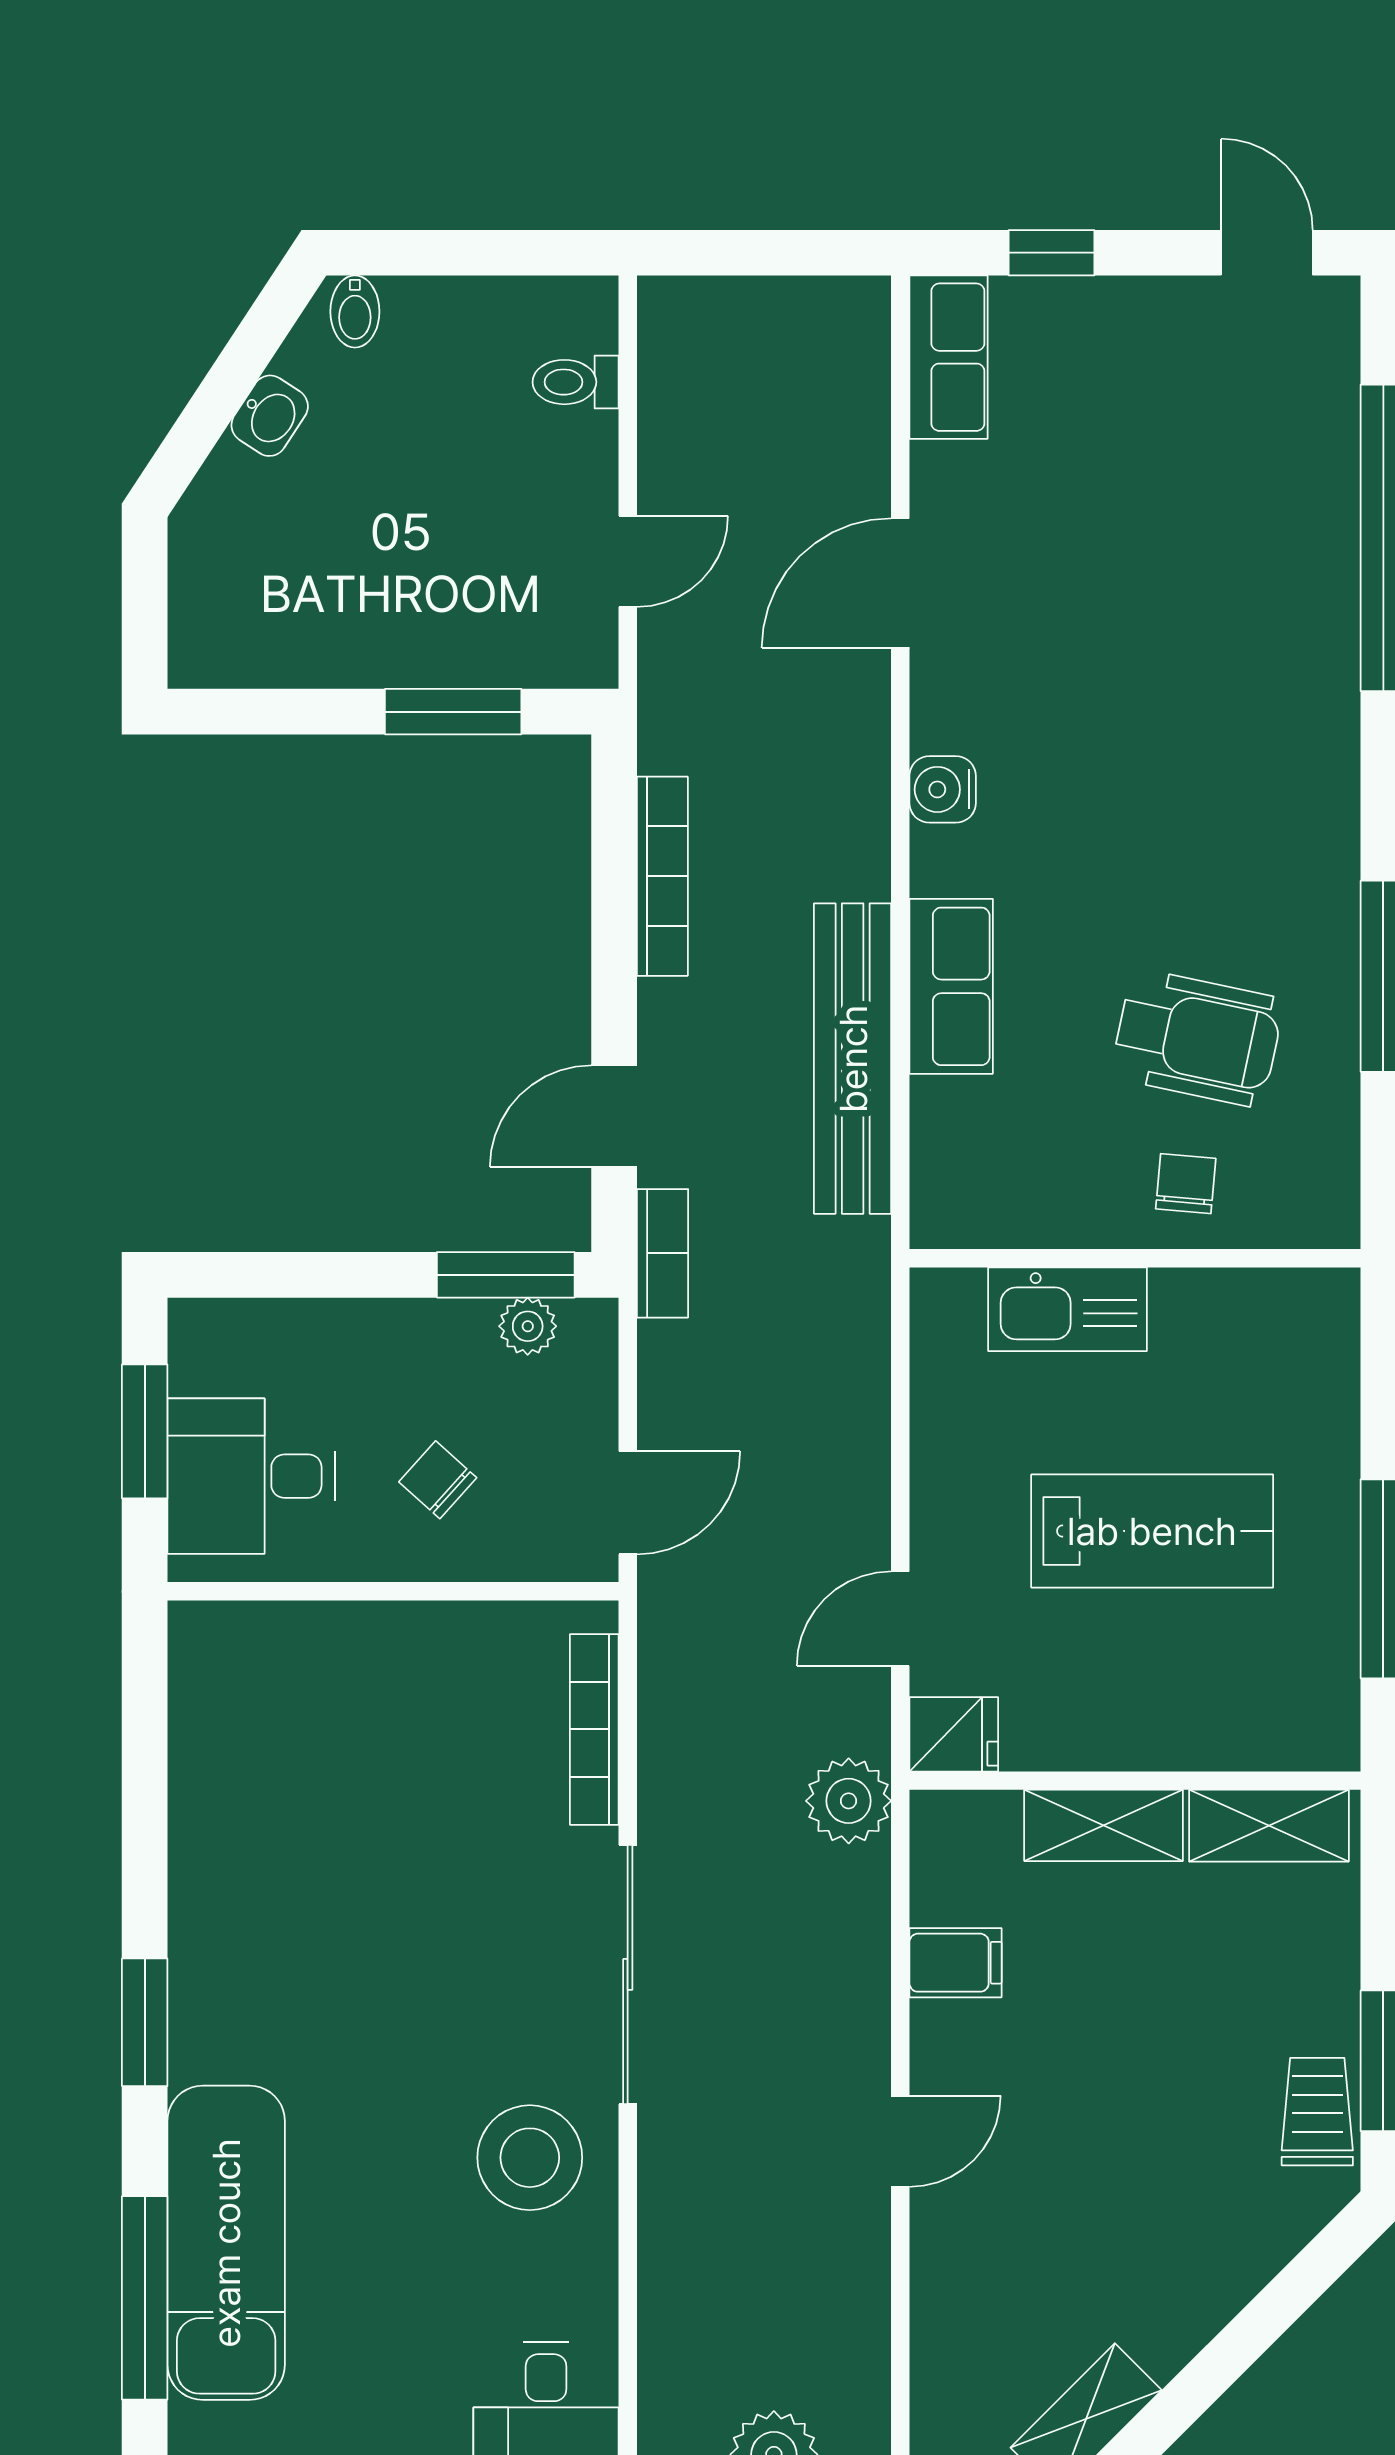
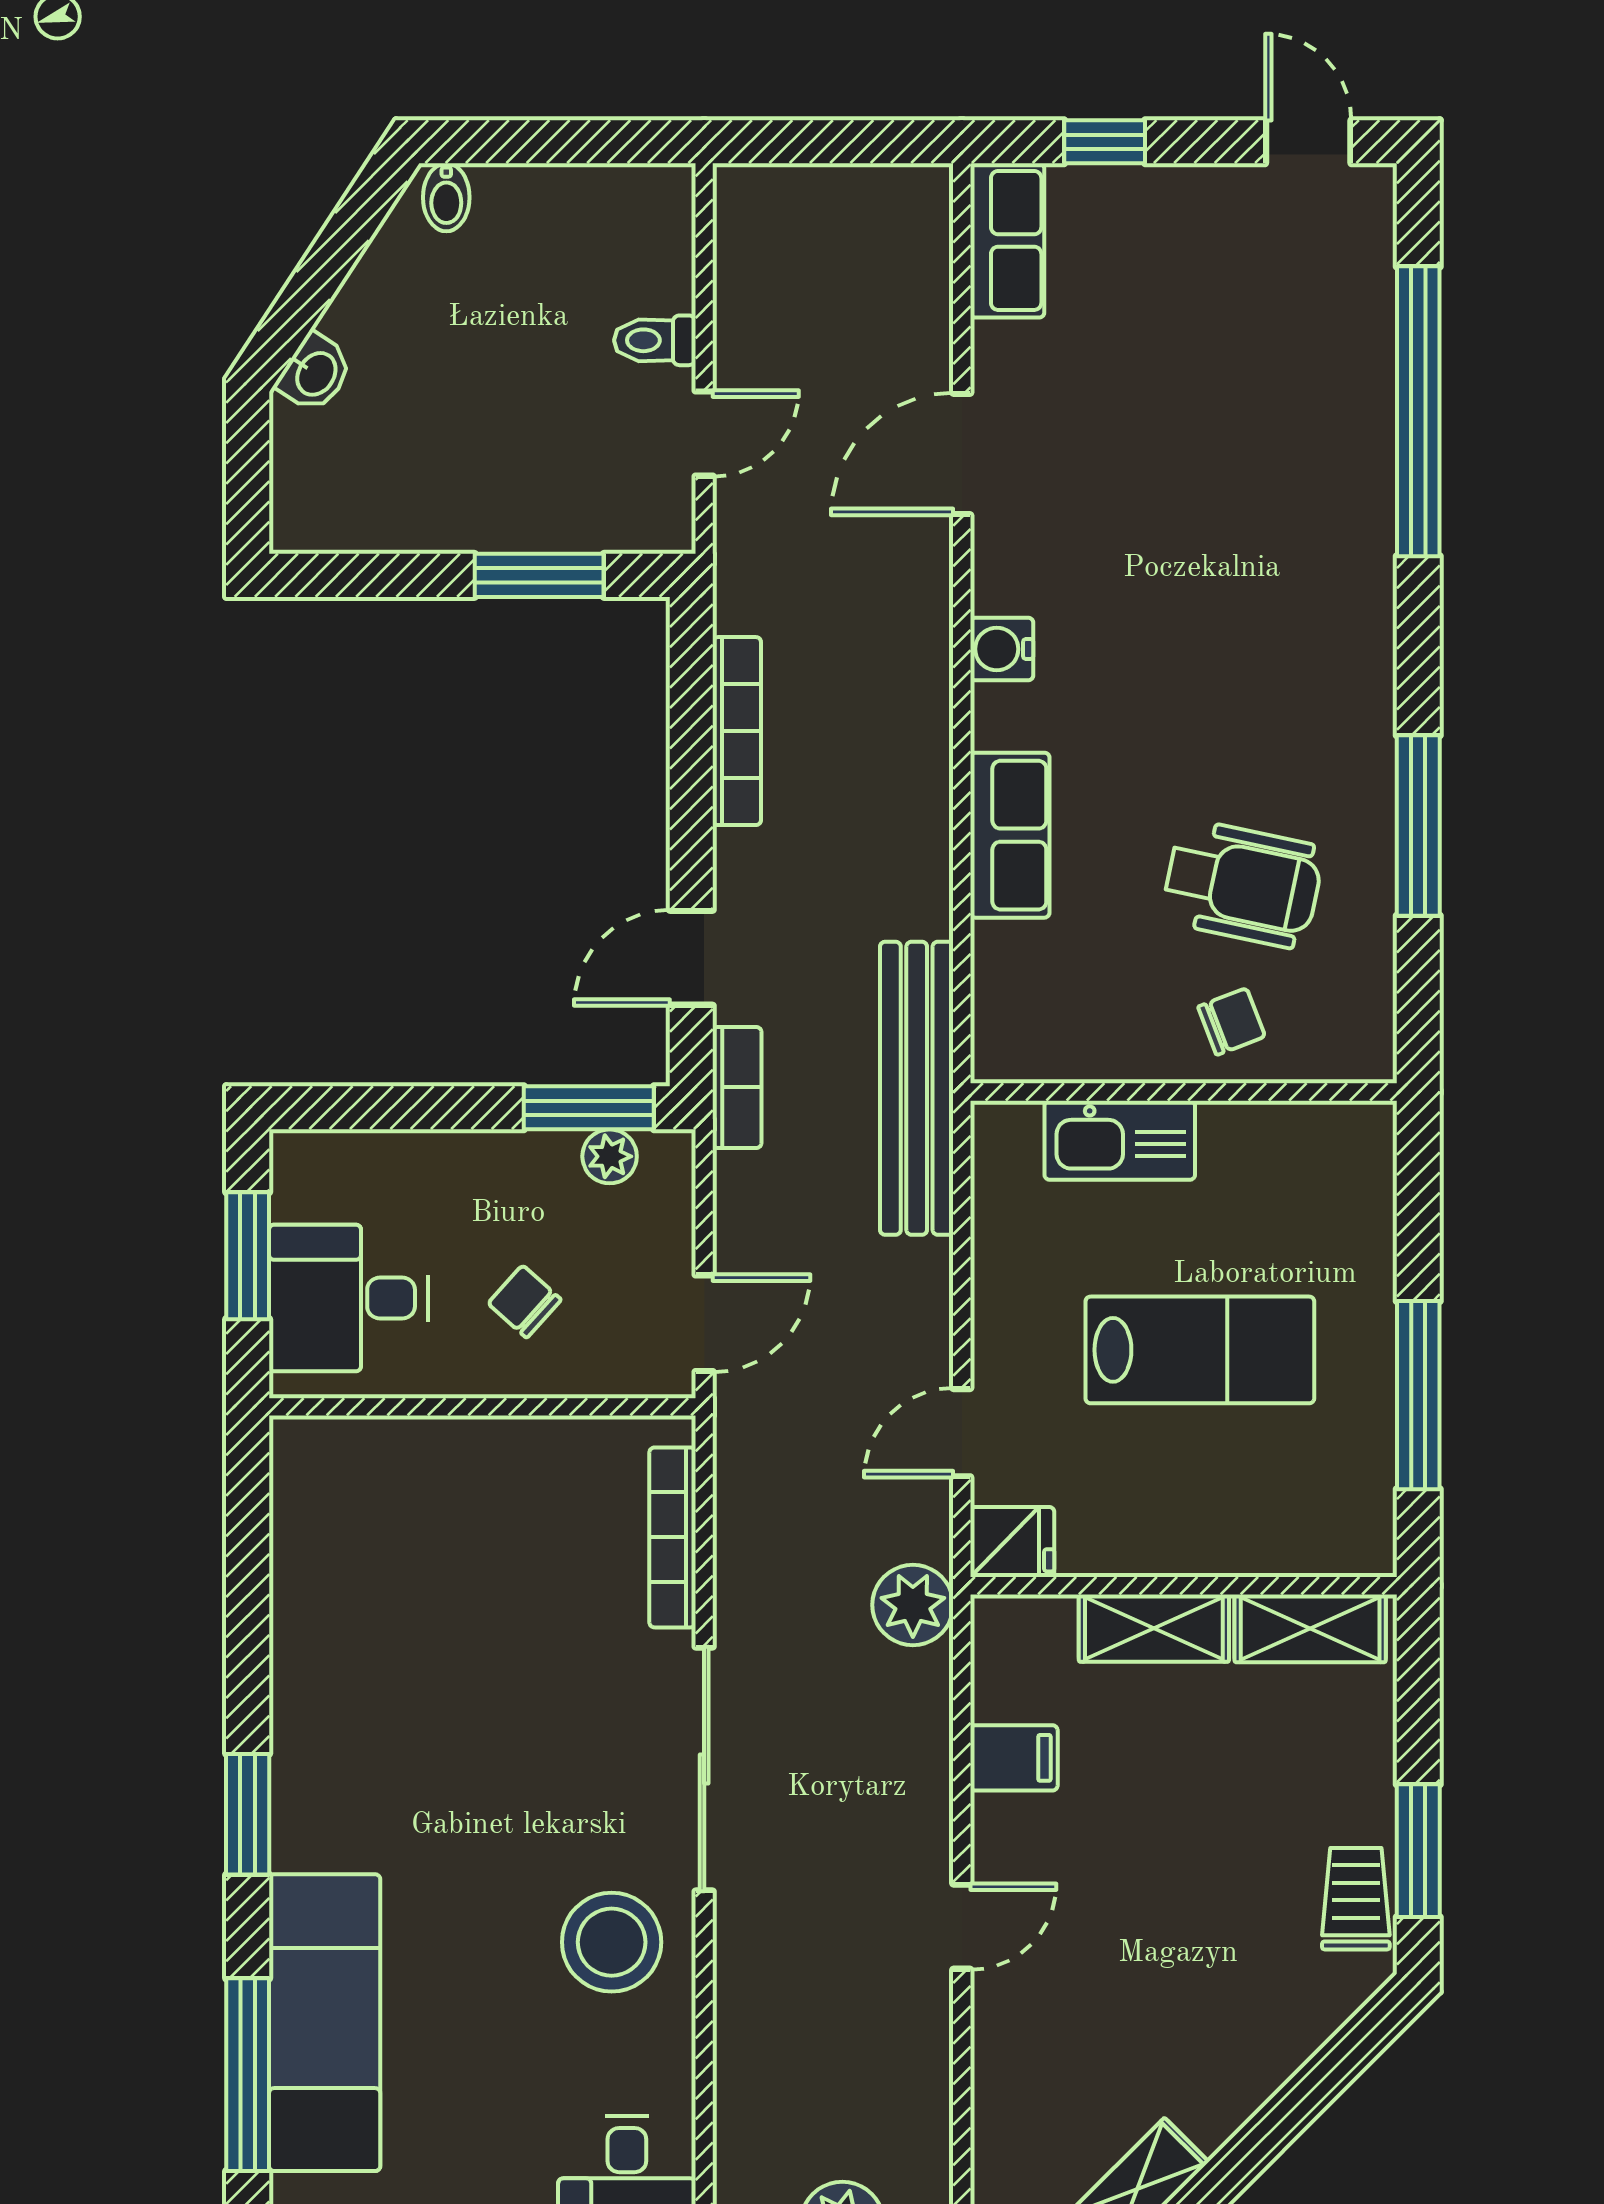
toilet: (576, 382) -> (655, 340), moved
washbasin: (270, 416) -> (315, 373), moved
bench: (853, 1059) -> (917, 1088), moved
chair: (1186, 1184) -> (1232, 1022), turned 64

